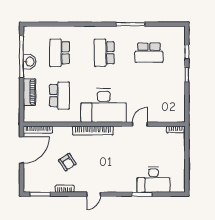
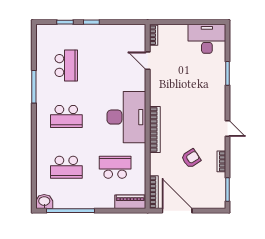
washbasin: (30, 62) -> (44, 202), moved
piano: (29, 92) -> (130, 202), moved
door: (140, 124) -> (148, 61), moved
desk: (154, 180) -> (207, 39), moved, turned -90

